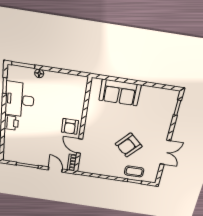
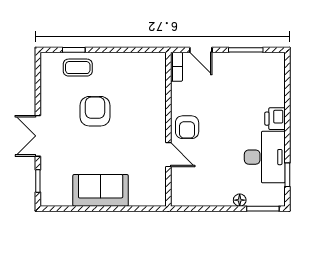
sofa: (120, 93) -> (101, 190), moved
armchair: (70, 126) -> (187, 127), turned 180
armchair: (129, 145) -> (95, 111), turned -42
door: (80, 146) -> (168, 155), moved
double door: (165, 152) -> (38, 136), moved

